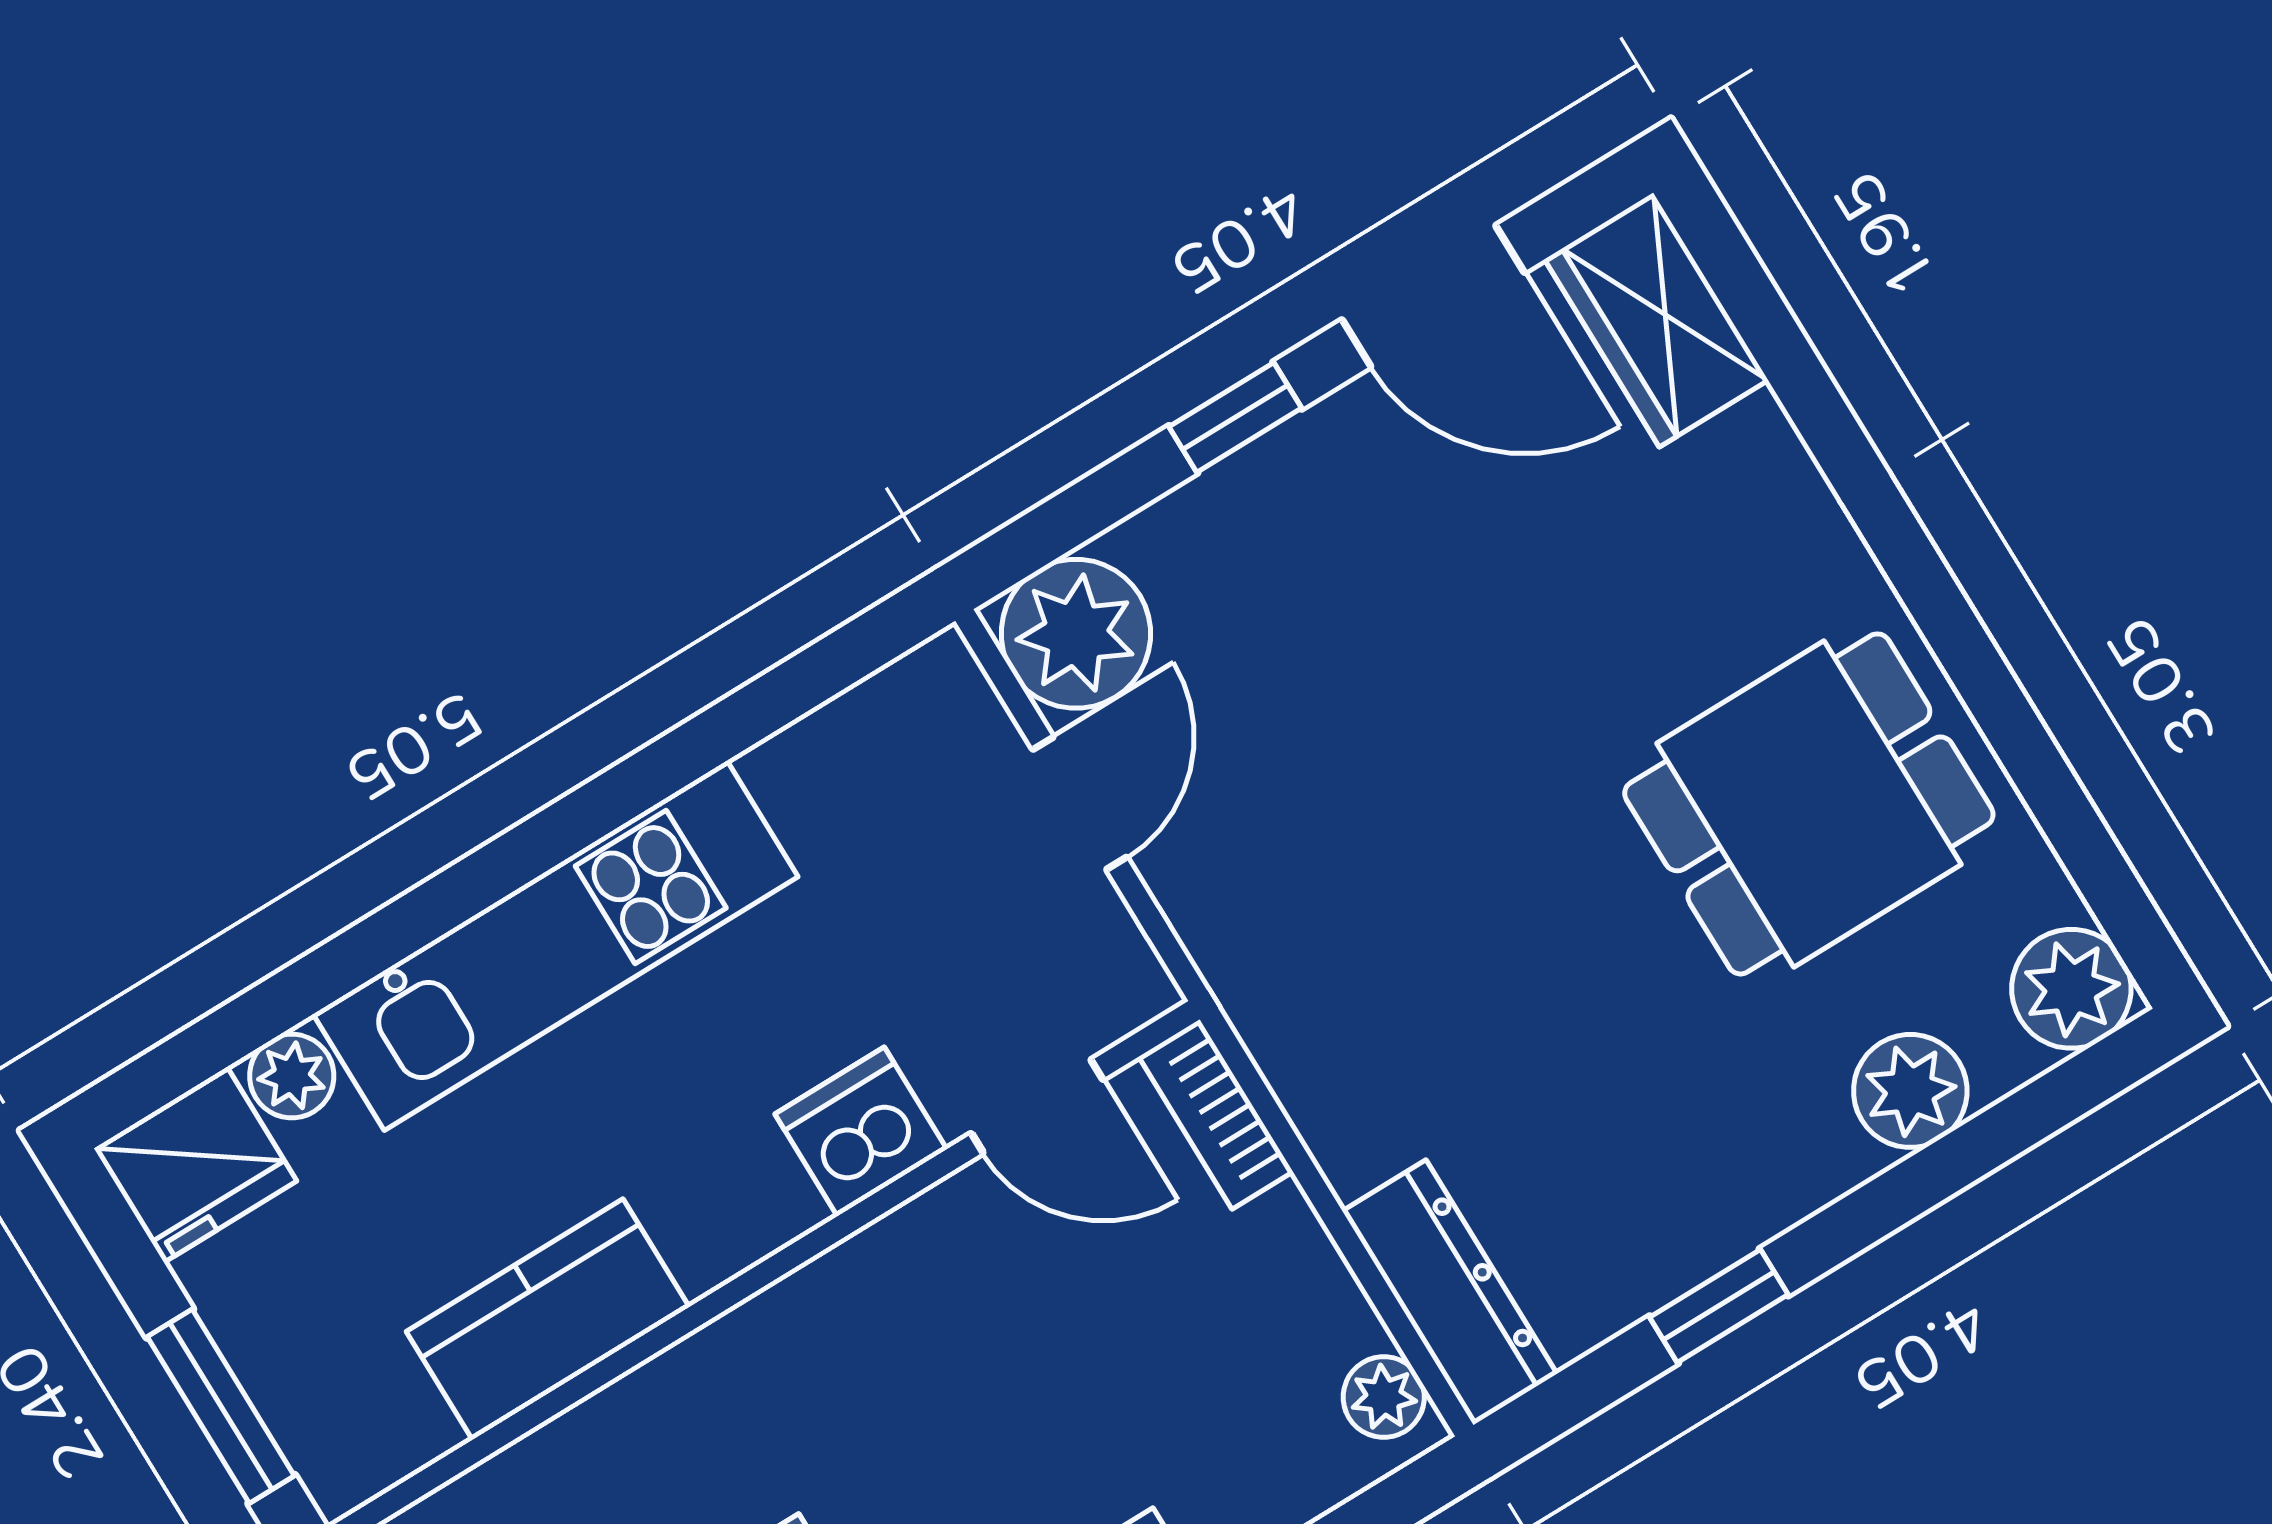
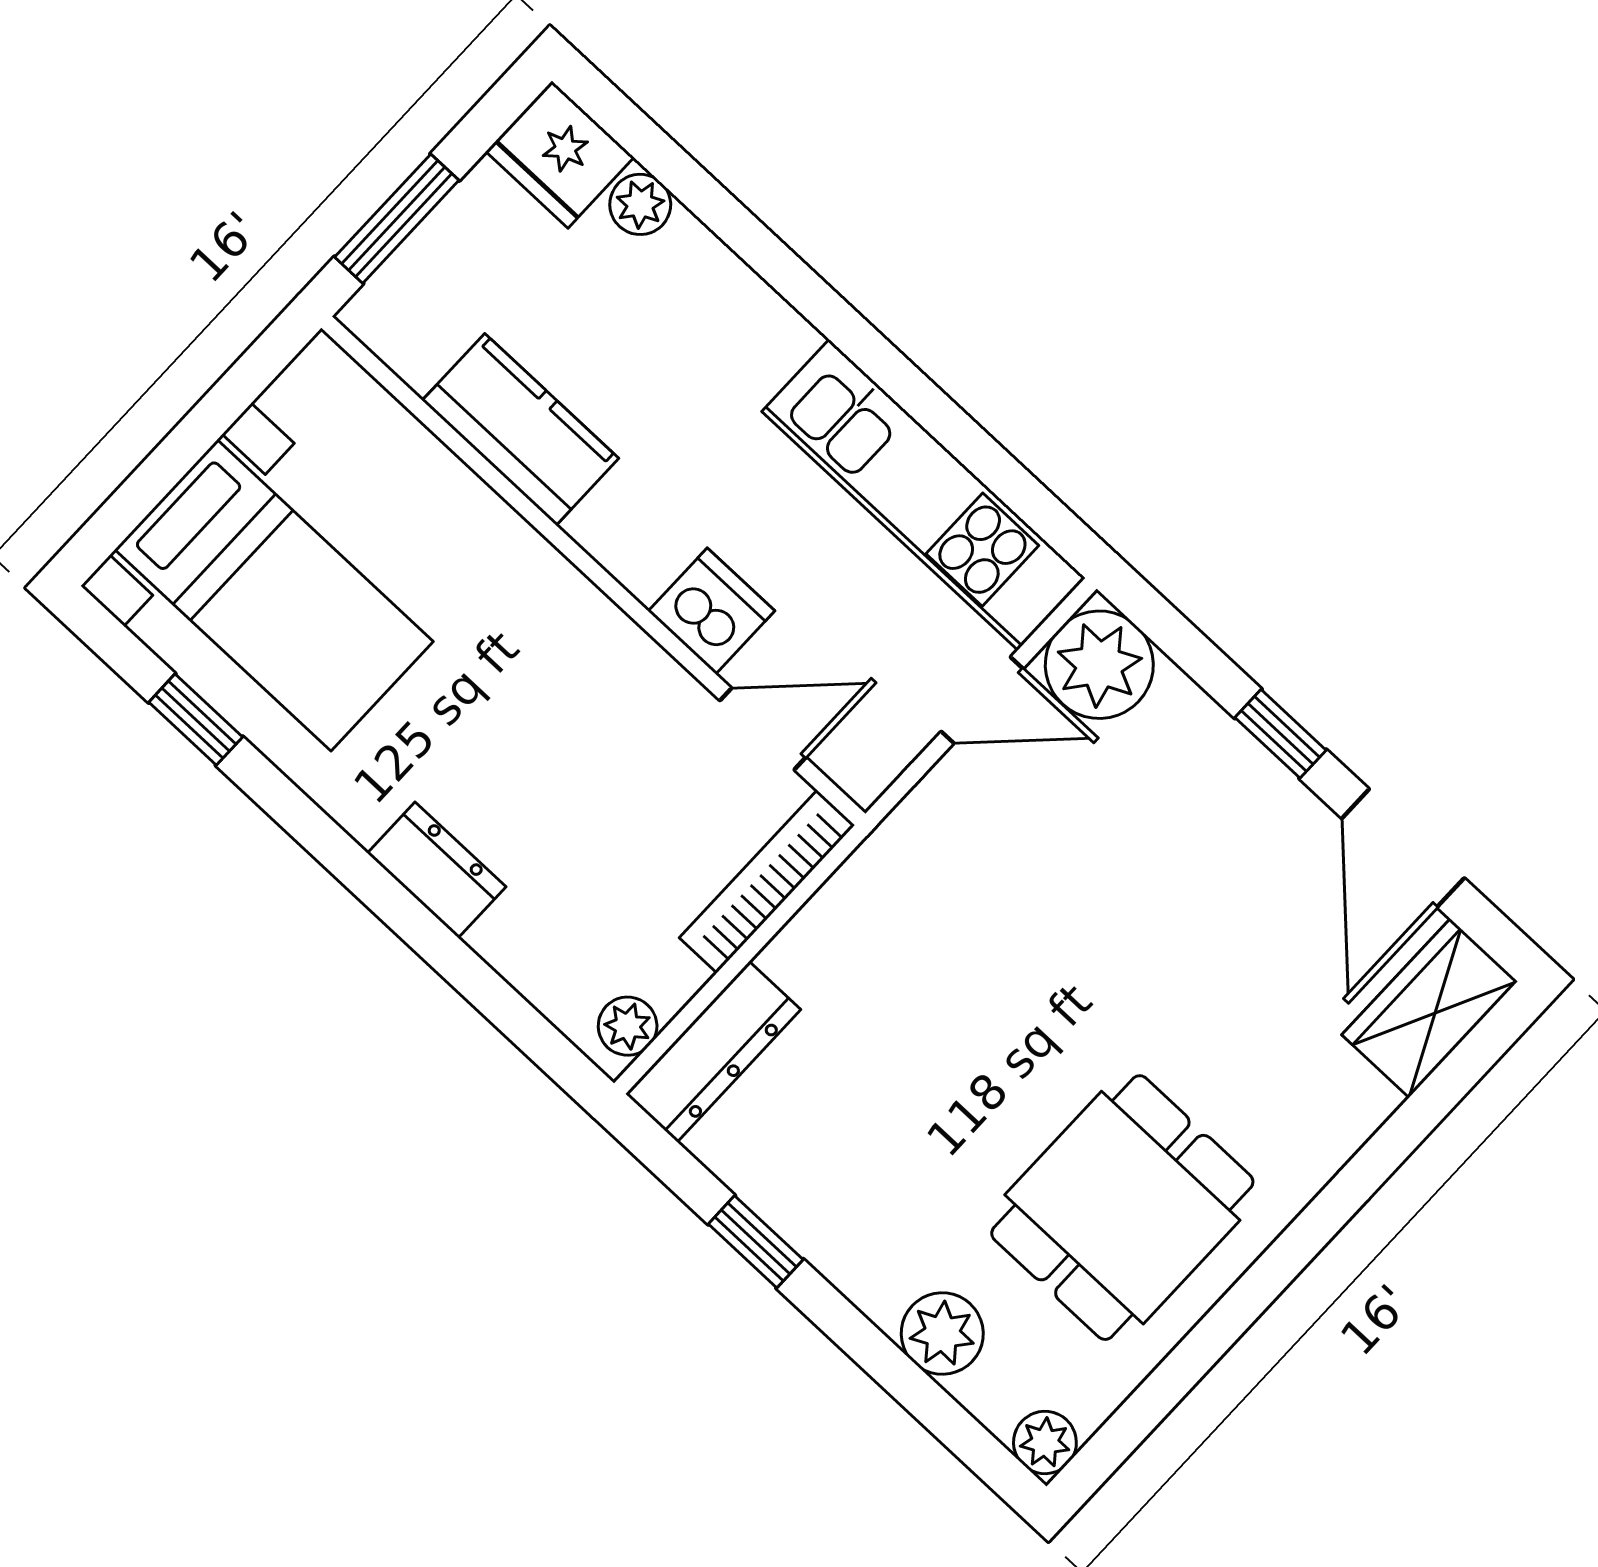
dining table: (1809, 804) -> (1122, 1208), turned 90
kitchen unit: (556, 945) -> (924, 495), moved
plant: (2071, 989) -> (1045, 1442), width x0.73, depth x0.73
door: (1037, 1106) -> (763, 729), swing flipped
bookcase: (1216, 1114) -> (767, 881), width x1.56

